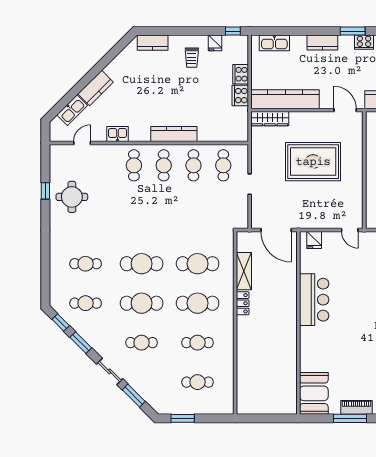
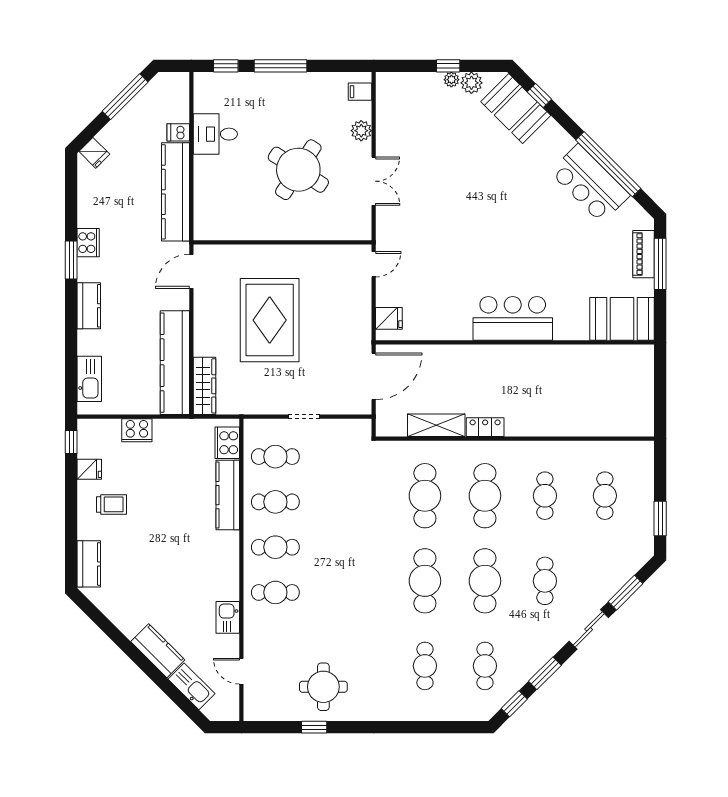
cooker: (240, 96) -> (227, 443), moved, turned 90
kitchen counter: (174, 134) -> (228, 495), moved
bar counter: (314, 300) -> (513, 318), moved

